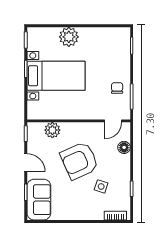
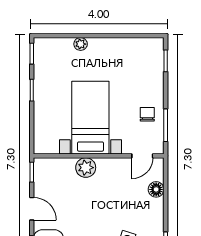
plant: (69, 37) -> (81, 44), width x0.53, depth x0.53
bed with nightstands: (56, 76) -> (90, 118), moved, turned -90
plant: (52, 130) -> (86, 168), moved
armchair: (79, 161) -> (100, 206), removed

